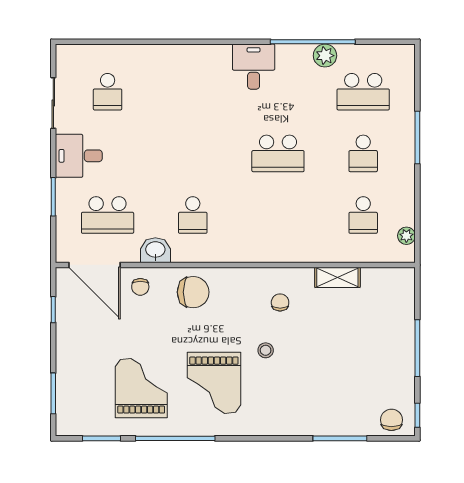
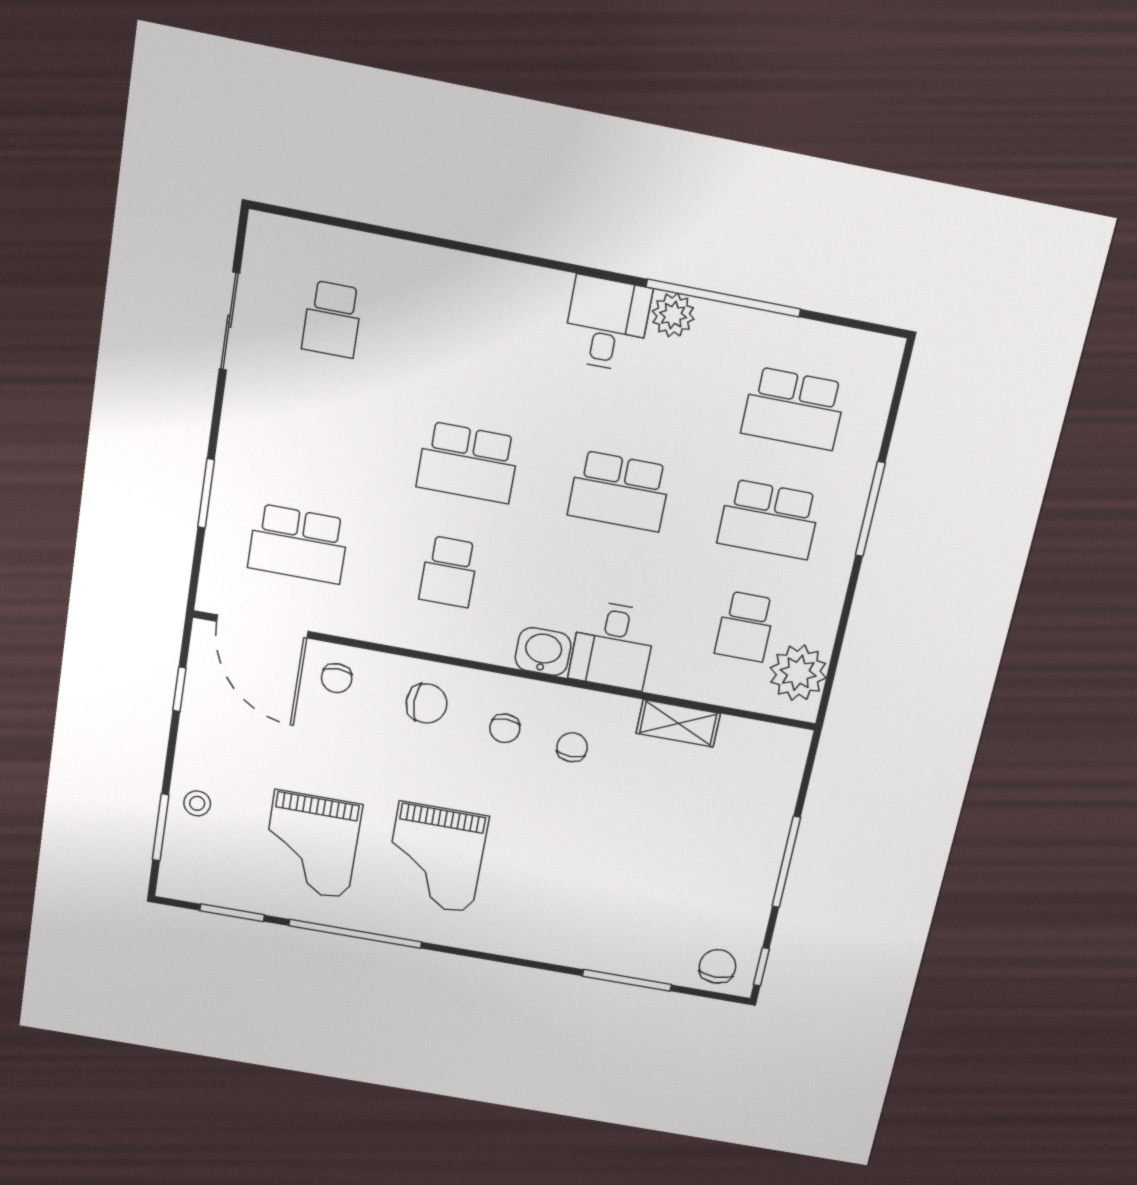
plant: (325, 56) -> (673, 315), moved
school desk: (193, 153) -> (468, 462), added
school desk: (363, 153) -> (769, 519), width x1.85
desk: (79, 156) -> (613, 645), moved, turned -90
plant: (406, 236) -> (798, 673), width x1.88, depth x1.88
washbasin: (155, 250) -> (543, 652), moved
chair: (193, 292) -> (427, 703), width x0.73, depth x0.73
chair: (240, 298) -> (505, 728), added
stool: (266, 350) -> (197, 803), moved
grand piano: (141, 388) -> (311, 845), turned 180

